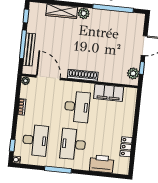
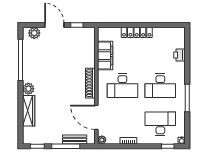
bench: (29, 49) -> (75, 139), width x0.73
plant: (133, 73) -> (34, 33), moved
door: (48, 78) -> (96, 117), hinge flipped
desk: (77, 107) -> (122, 86), turned 180
locker: (126, 147) -> (137, 32), moved, width x1.53
printer: (102, 164) -> (180, 55), width x0.53, depth x0.68

